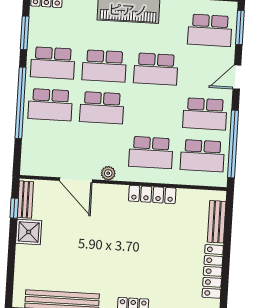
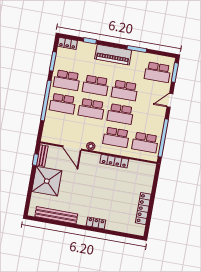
school desk: (205, 114) -> (120, 114), moved
bench: (217, 222) -> (149, 181), removed
shower: (29, 232) -> (47, 181), width x1.86, depth x1.86

